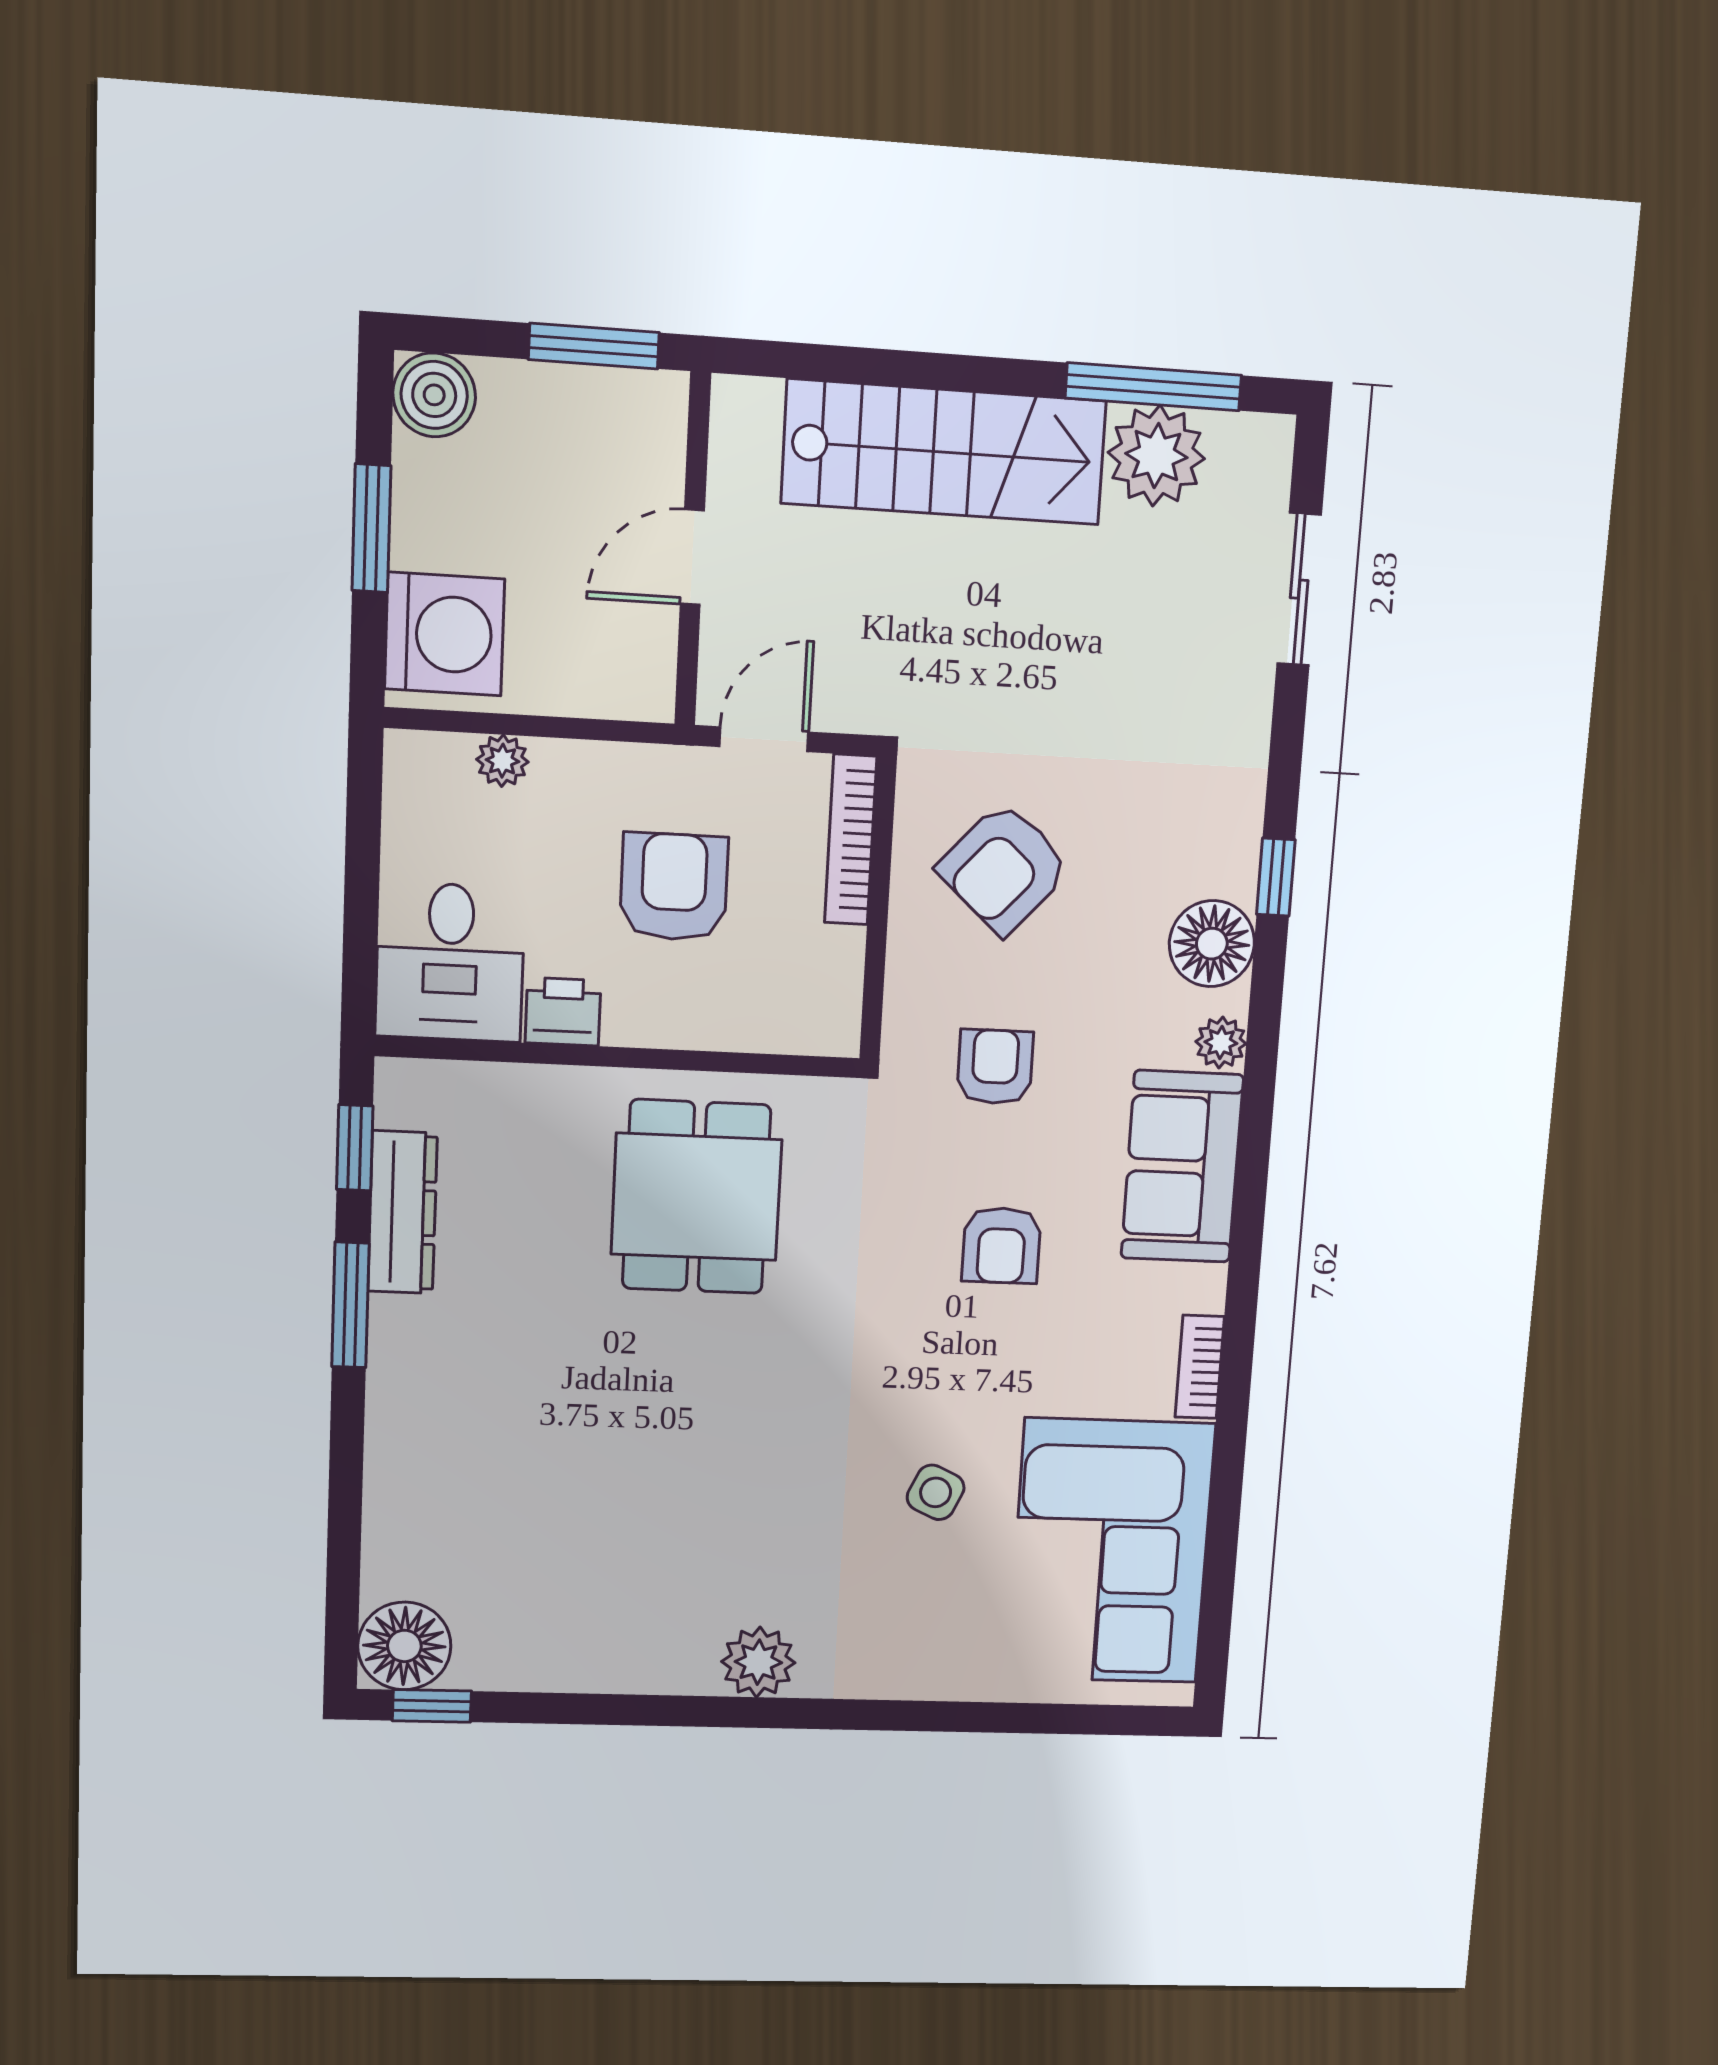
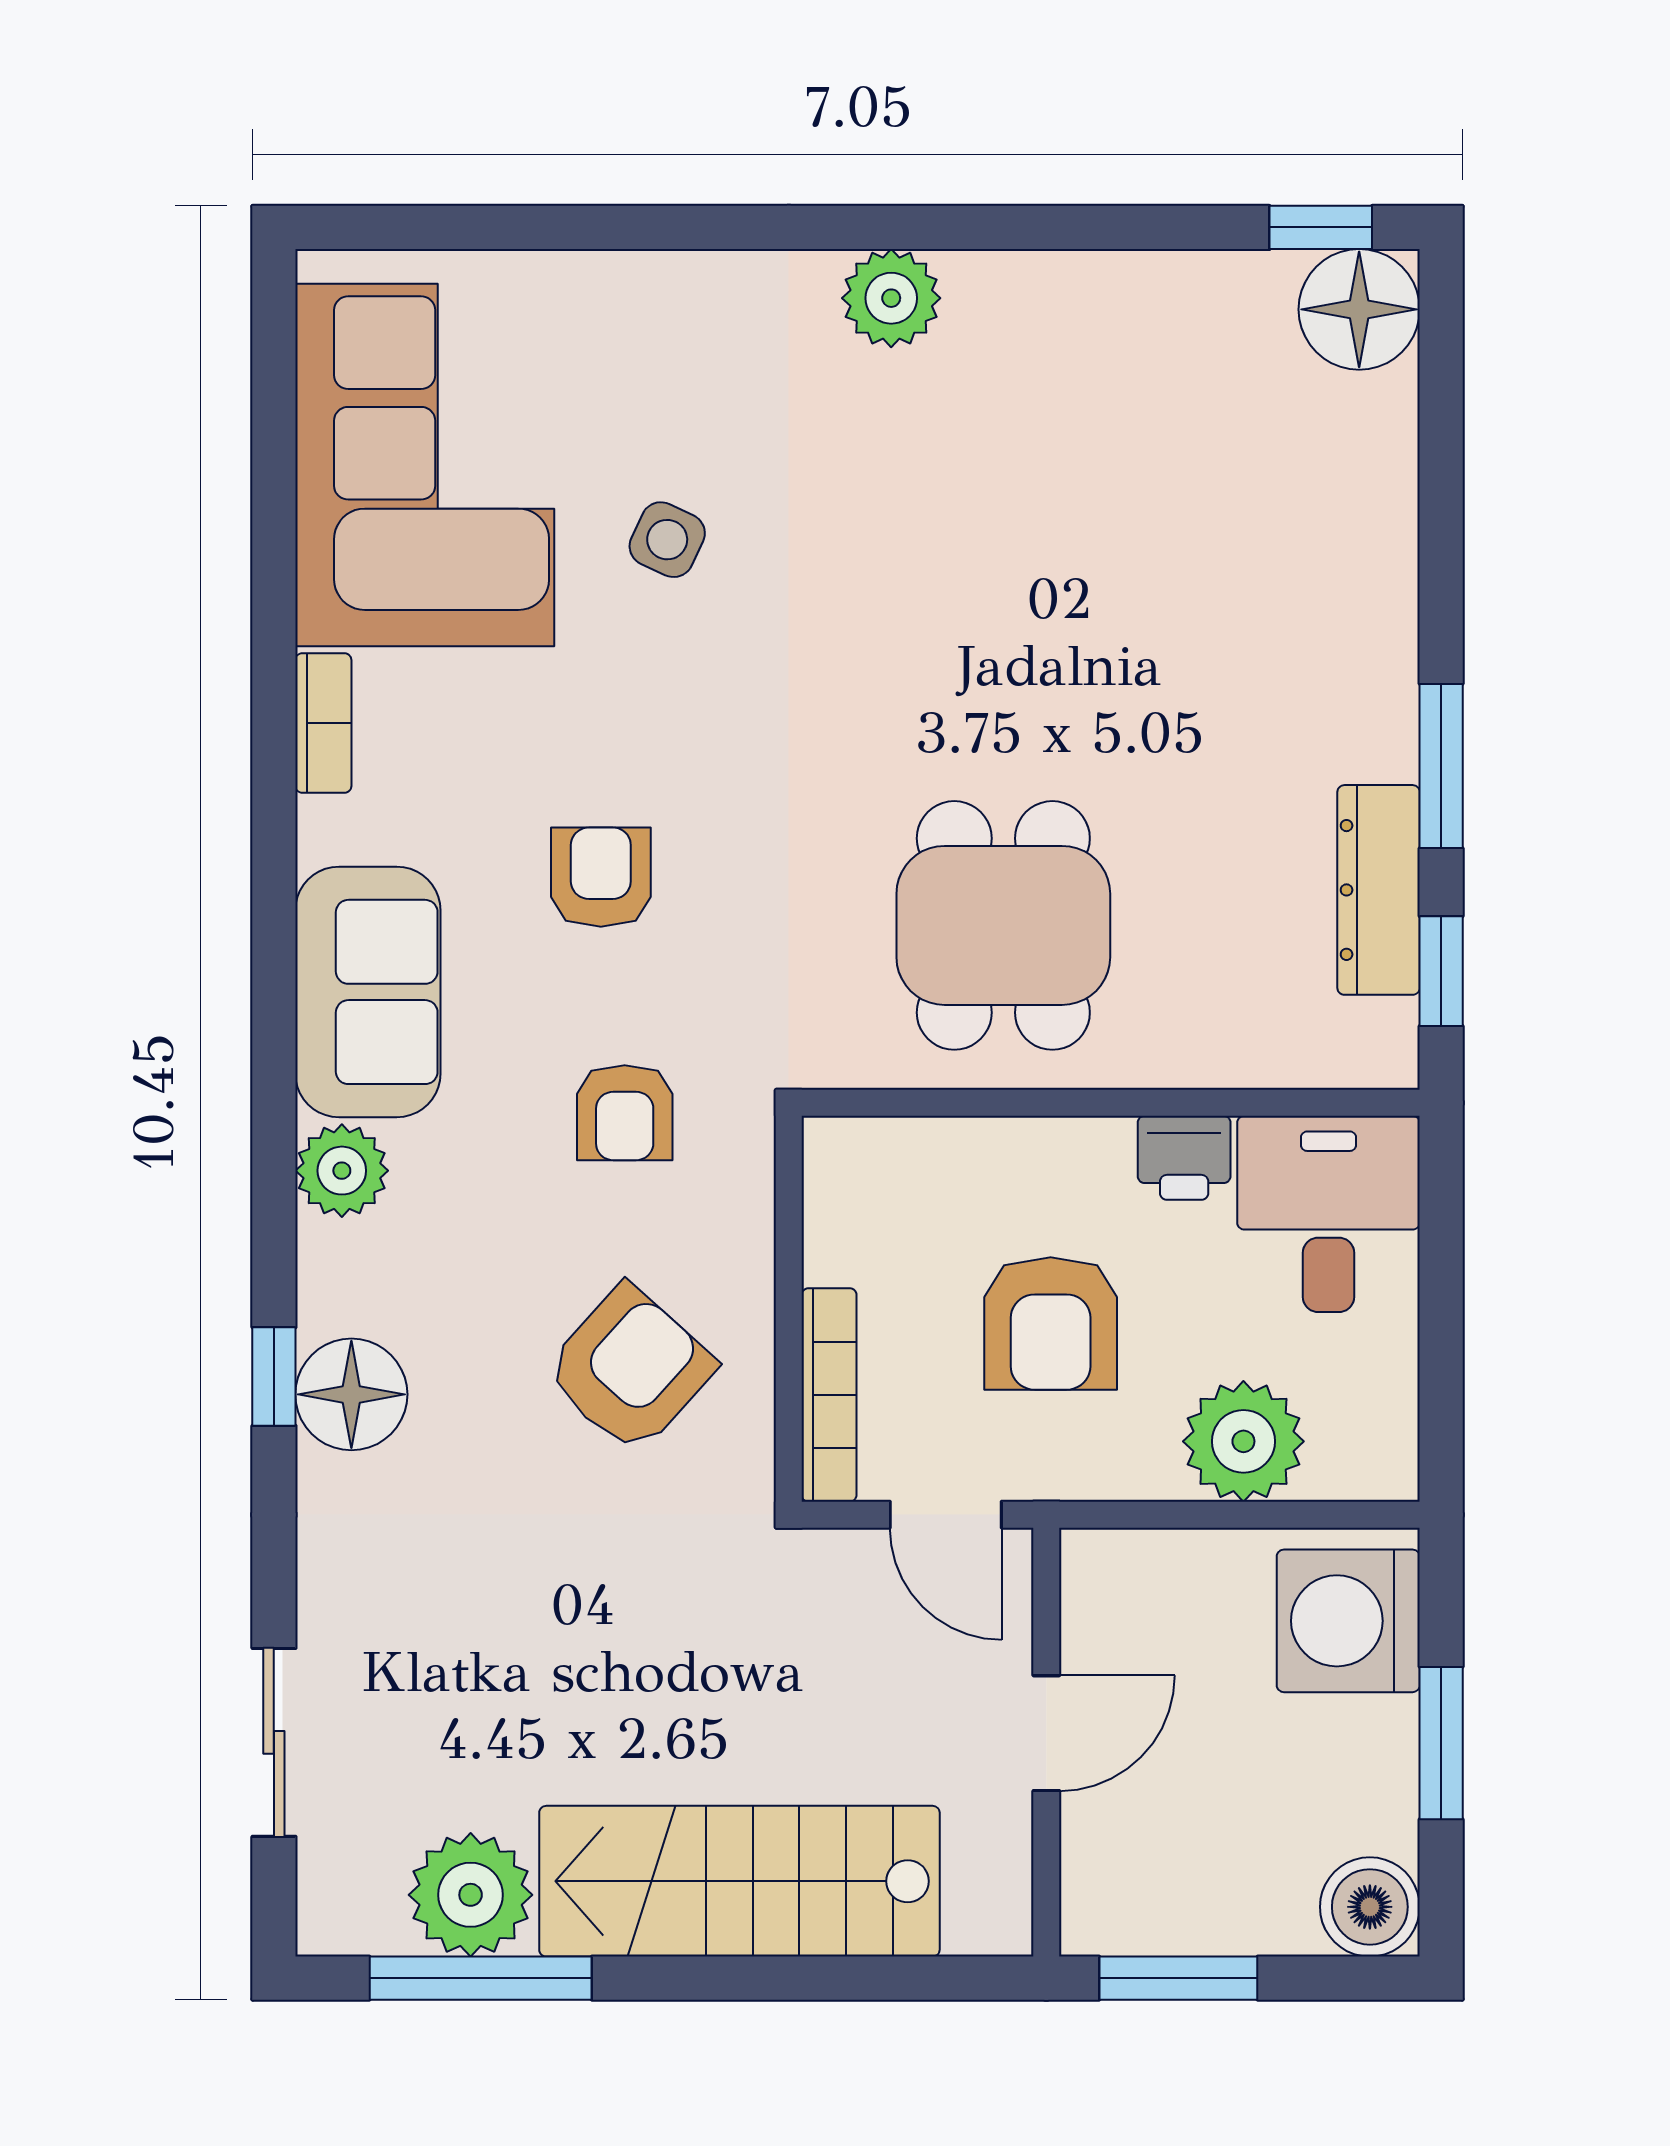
door: (764, 739) -> (946, 1515), hinge flipped
plant: (502, 761) -> (1243, 1441), width x1.87, depth x1.87
floor lamp: (1212, 944) -> (351, 1394), moved
plant: (1221, 1043) -> (342, 1171), width x1.38, depth x1.38

